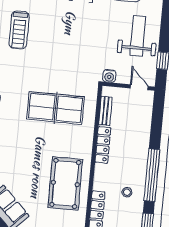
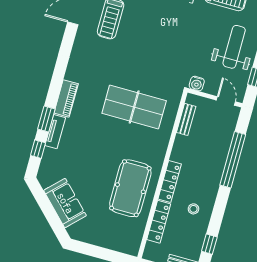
locker: (103, 145) -> (170, 181), moved
window: (152, 175) -> (233, 160), moved

